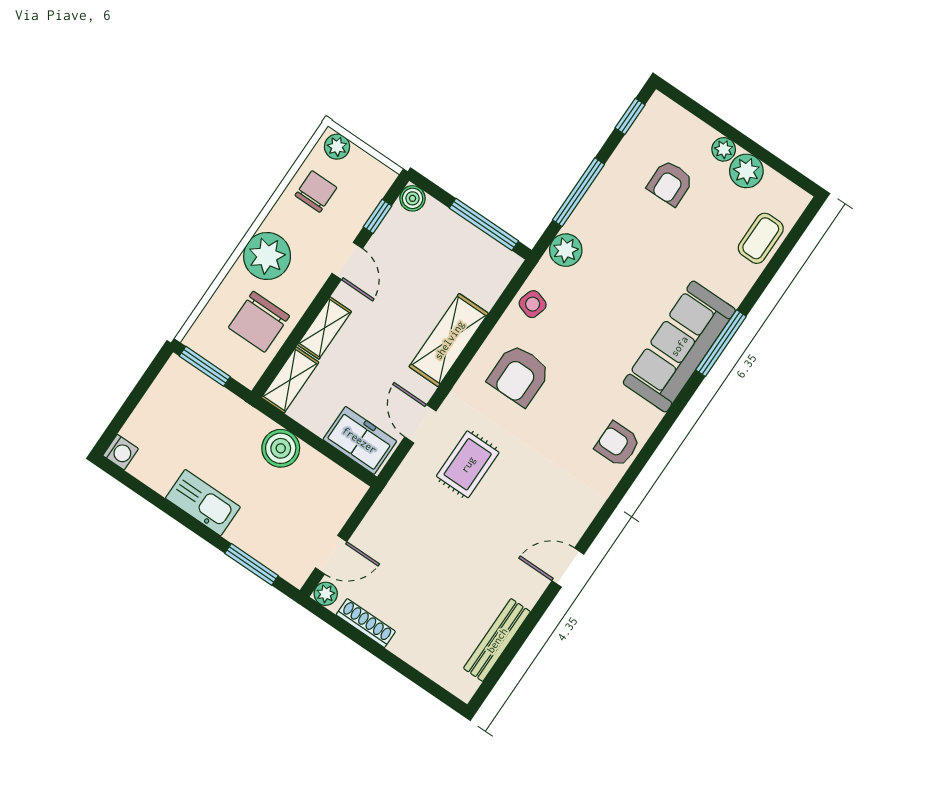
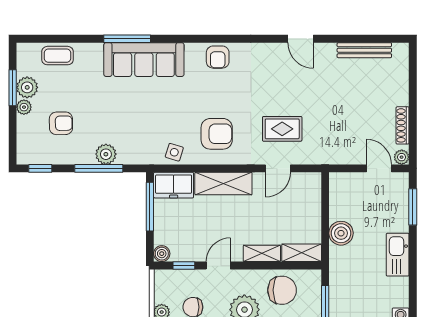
window: (759, 152) -> (13, 88), added
plant: (566, 250) -> (106, 154), moved
freezer: (360, 440) -> (174, 185), moved, turned -90

